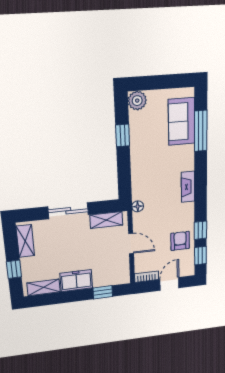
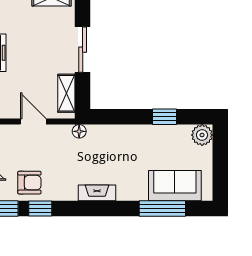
door: (131, 244) -> (33, 122), swing flipped

